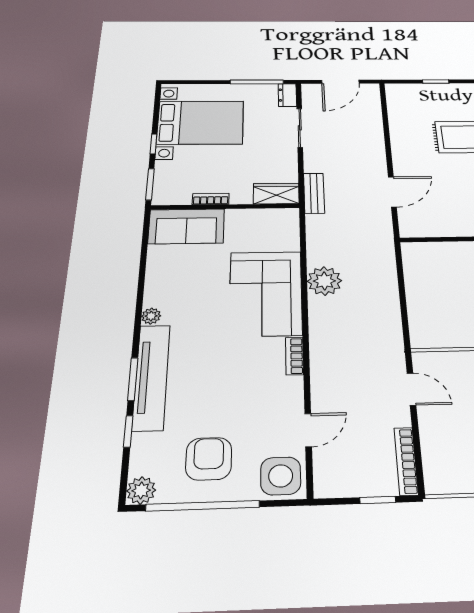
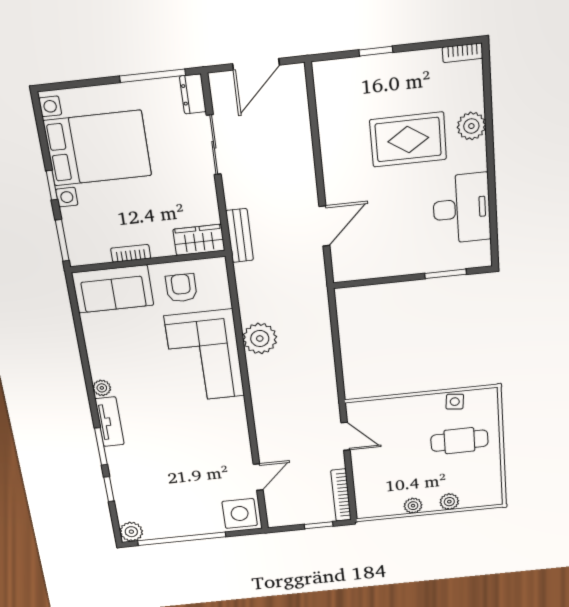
bookcase: (294, 356) -> (239, 415), removed
tv unit: (151, 377) -> (110, 422), width x0.52, depth x0.78
armchair: (209, 459) -> (181, 288), moved, width x0.72, depth x0.72

